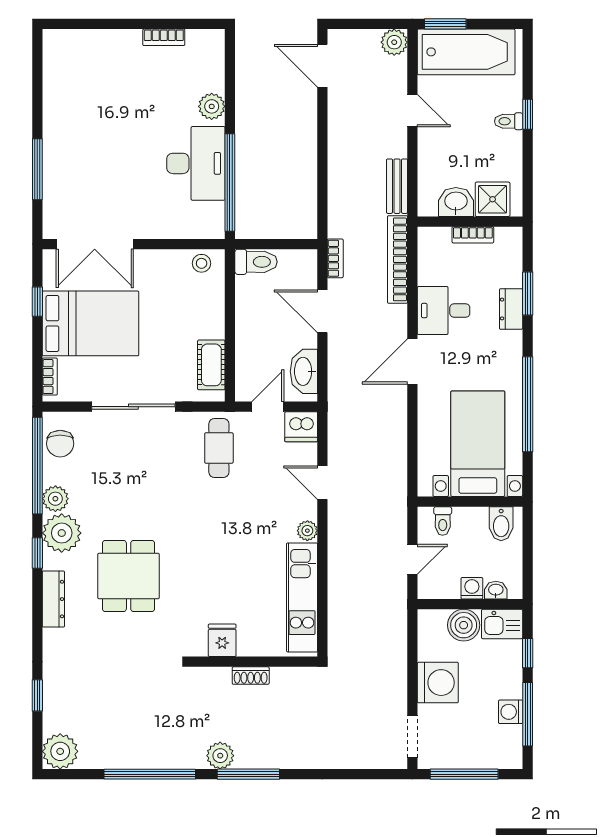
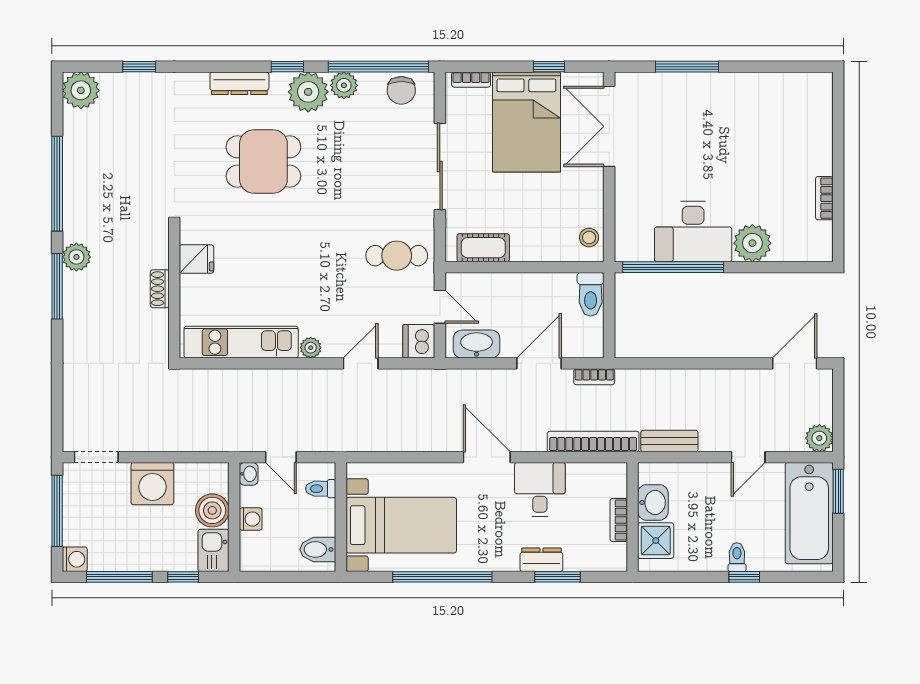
plant: (212, 106) -> (752, 243), width x1.36, depth x1.36
chair: (60, 444) -> (401, 90), turned -90
washbasin: (496, 590) -> (249, 474), moved
washing machine: (511, 712) -> (75, 559), moved, turned 90

